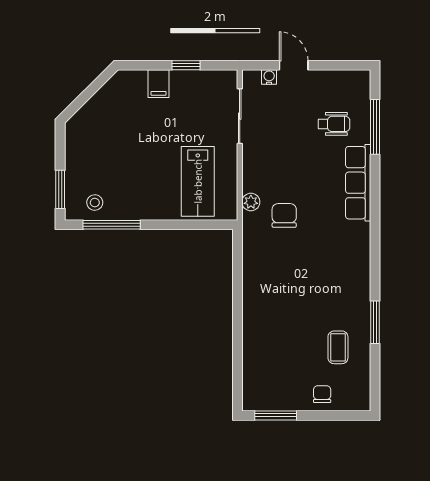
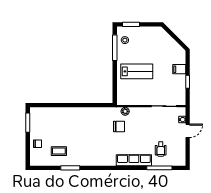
lab bench: (198, 181) -> (137, 71), moved, turned 180

